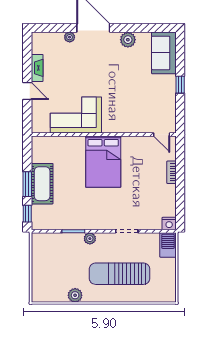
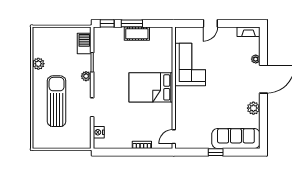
sofa: (164, 53) -> (236, 139), width x1.36
fireplace: (37, 68) -> (249, 32), moved
cot: (42, 184) -> (137, 34), width x0.73, depth x0.75
nightstand: (169, 224) -> (99, 132), moved
barbecue: (168, 245) -> (84, 44), moved, turned -90

